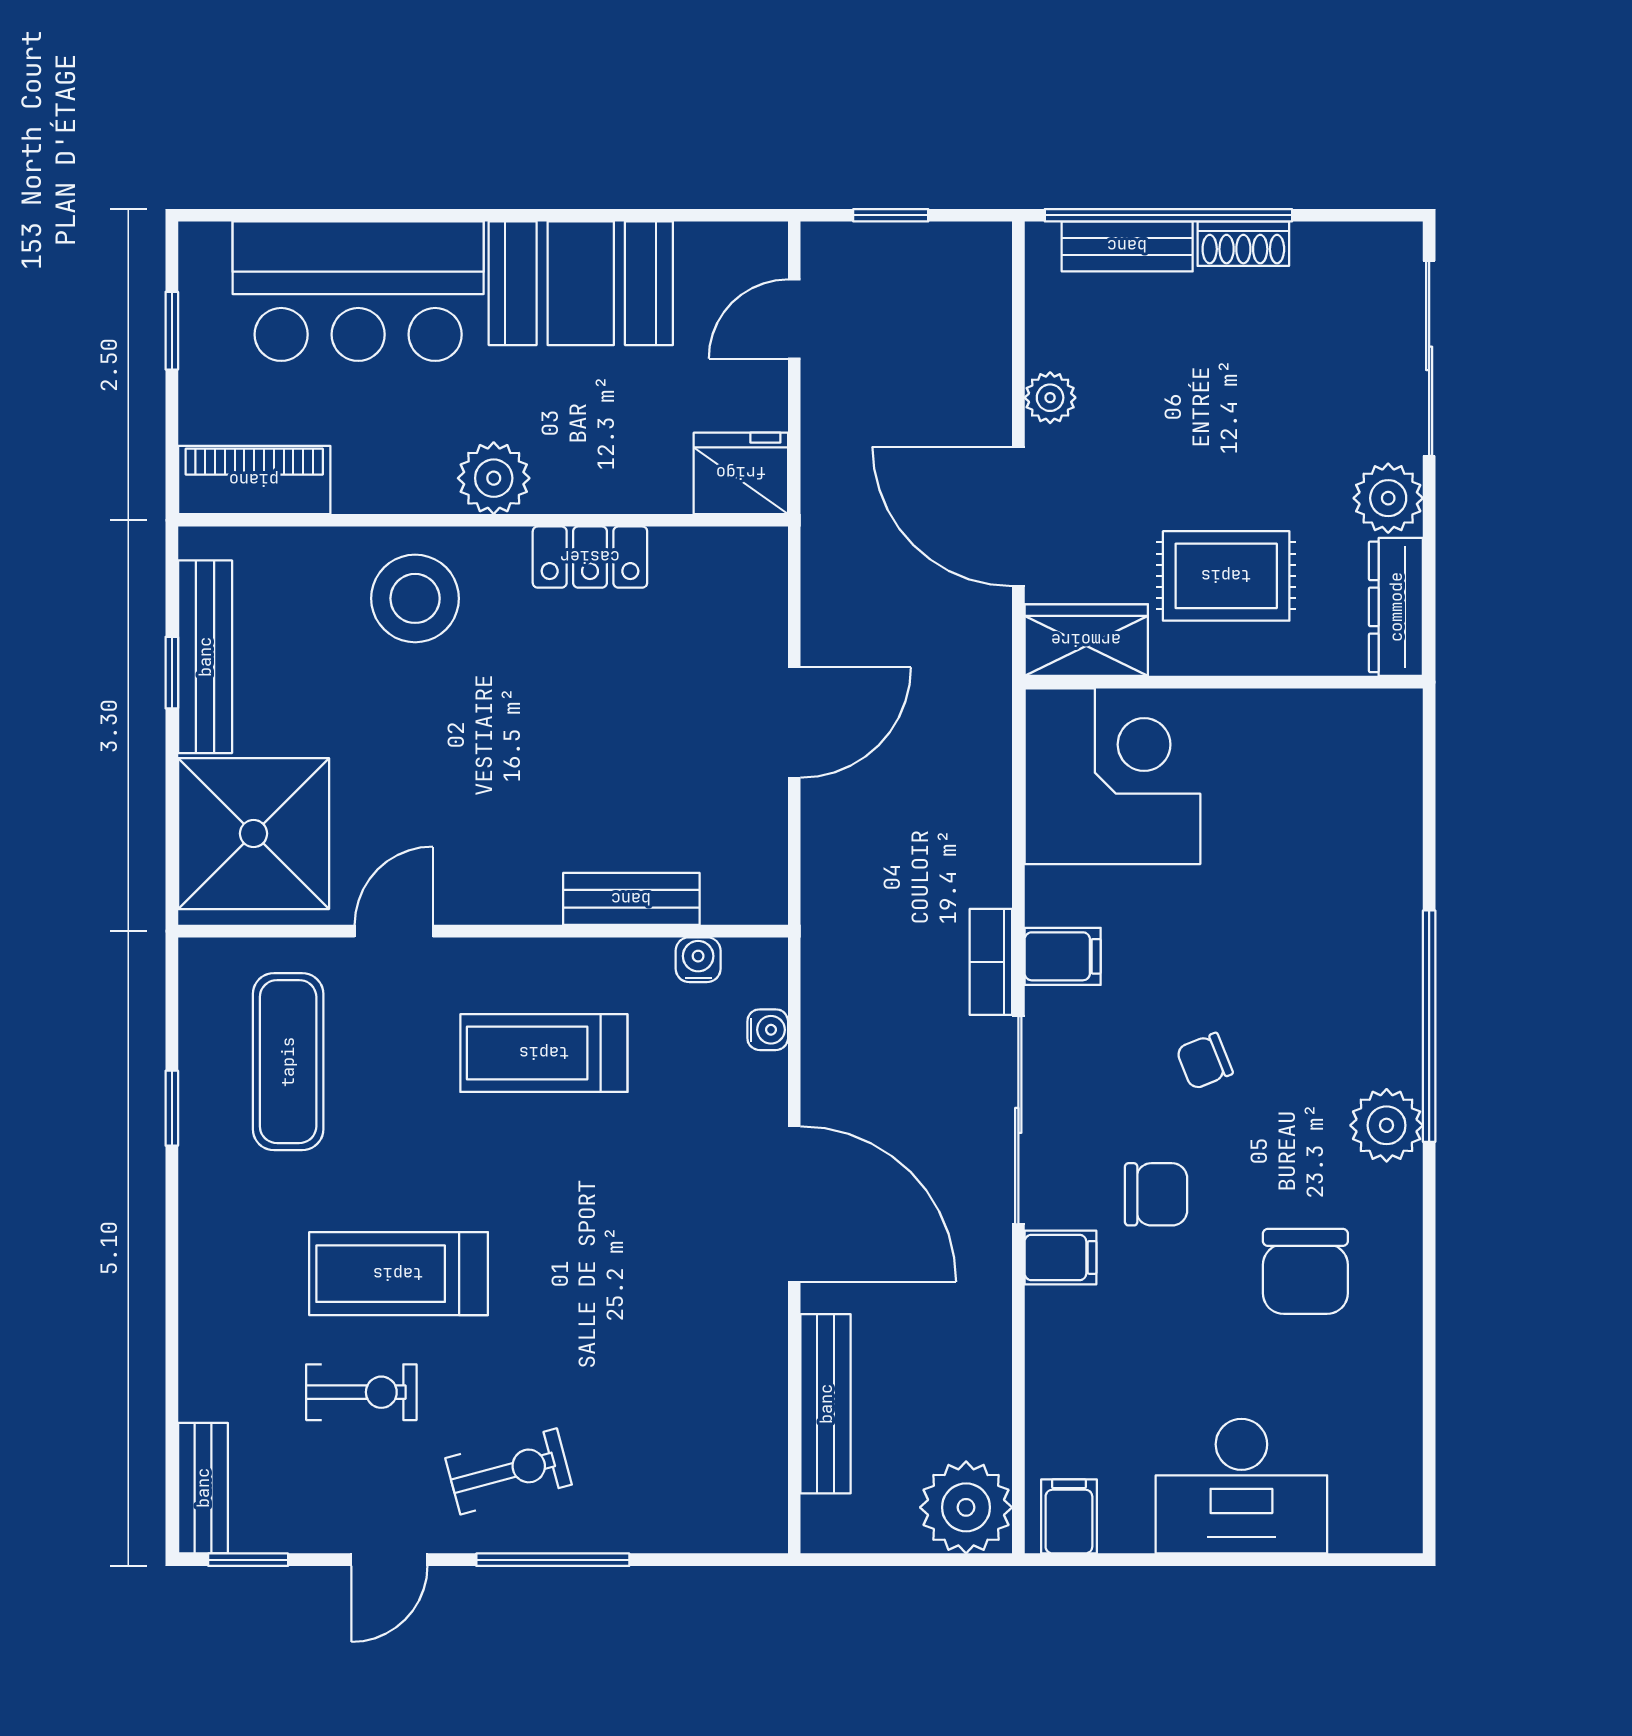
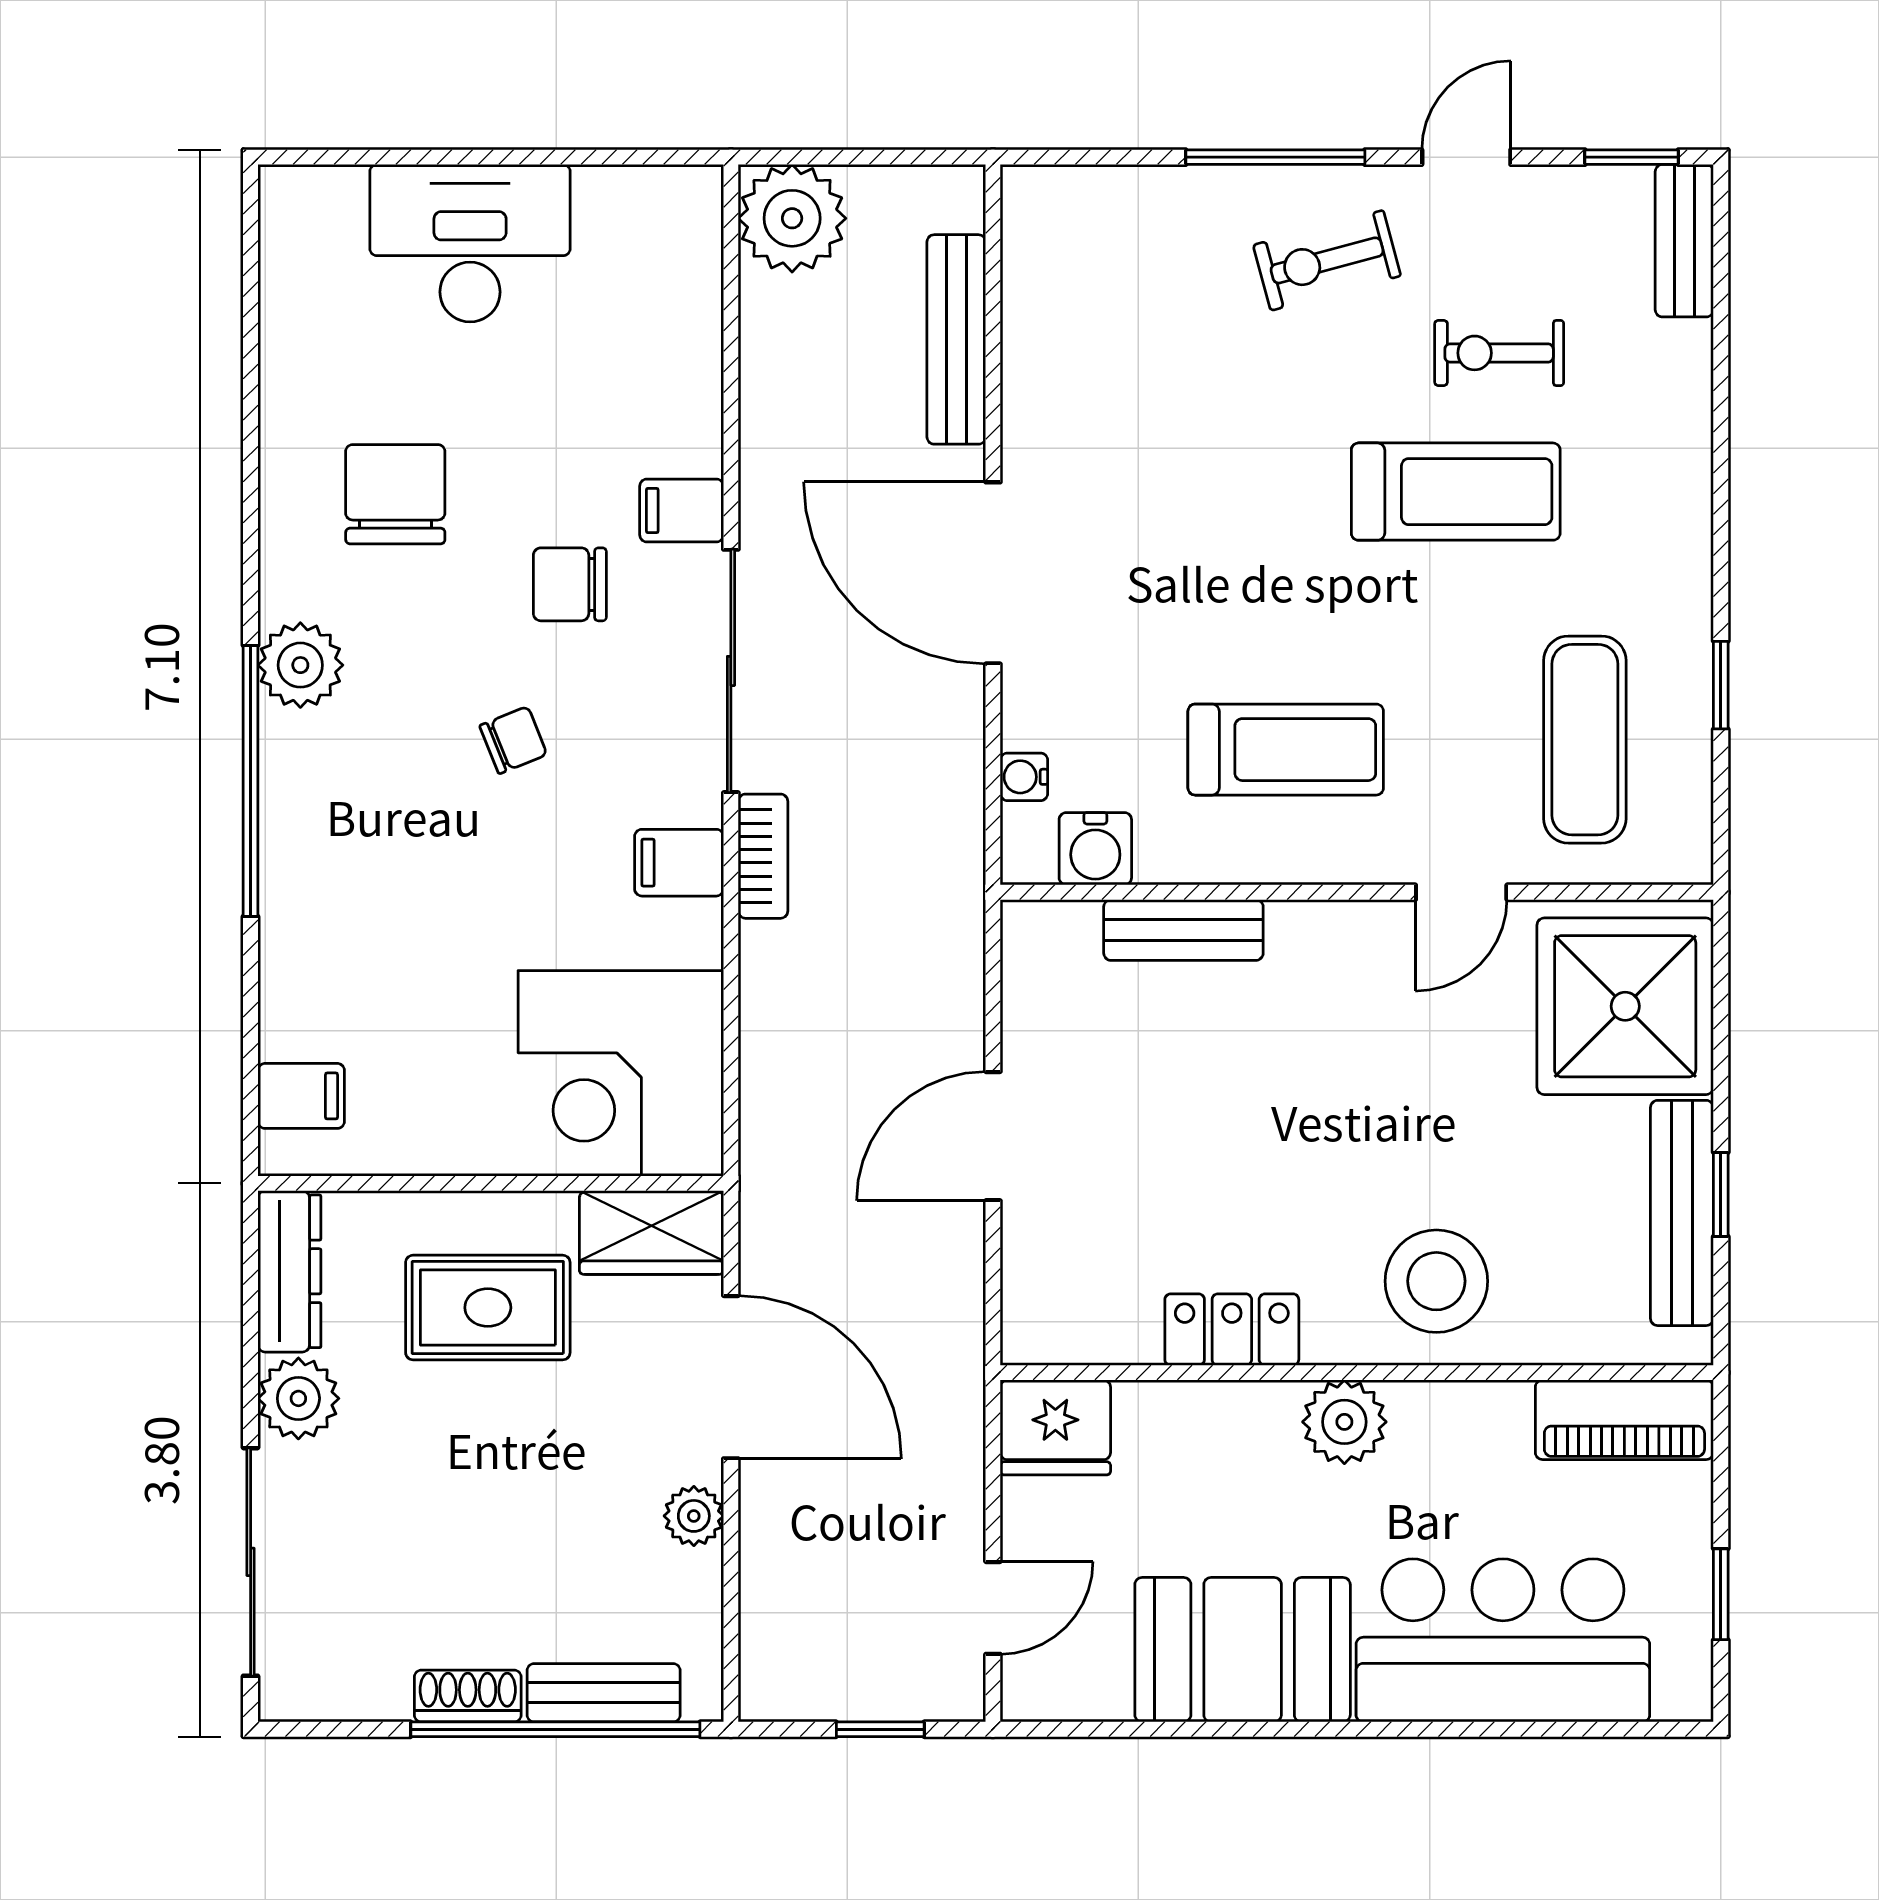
water cooler: (698, 960) -> (1095, 849), width x1.38, depth x1.38
filing cabinet: (1069, 1516) -> (301, 1096), moved, turned -90

